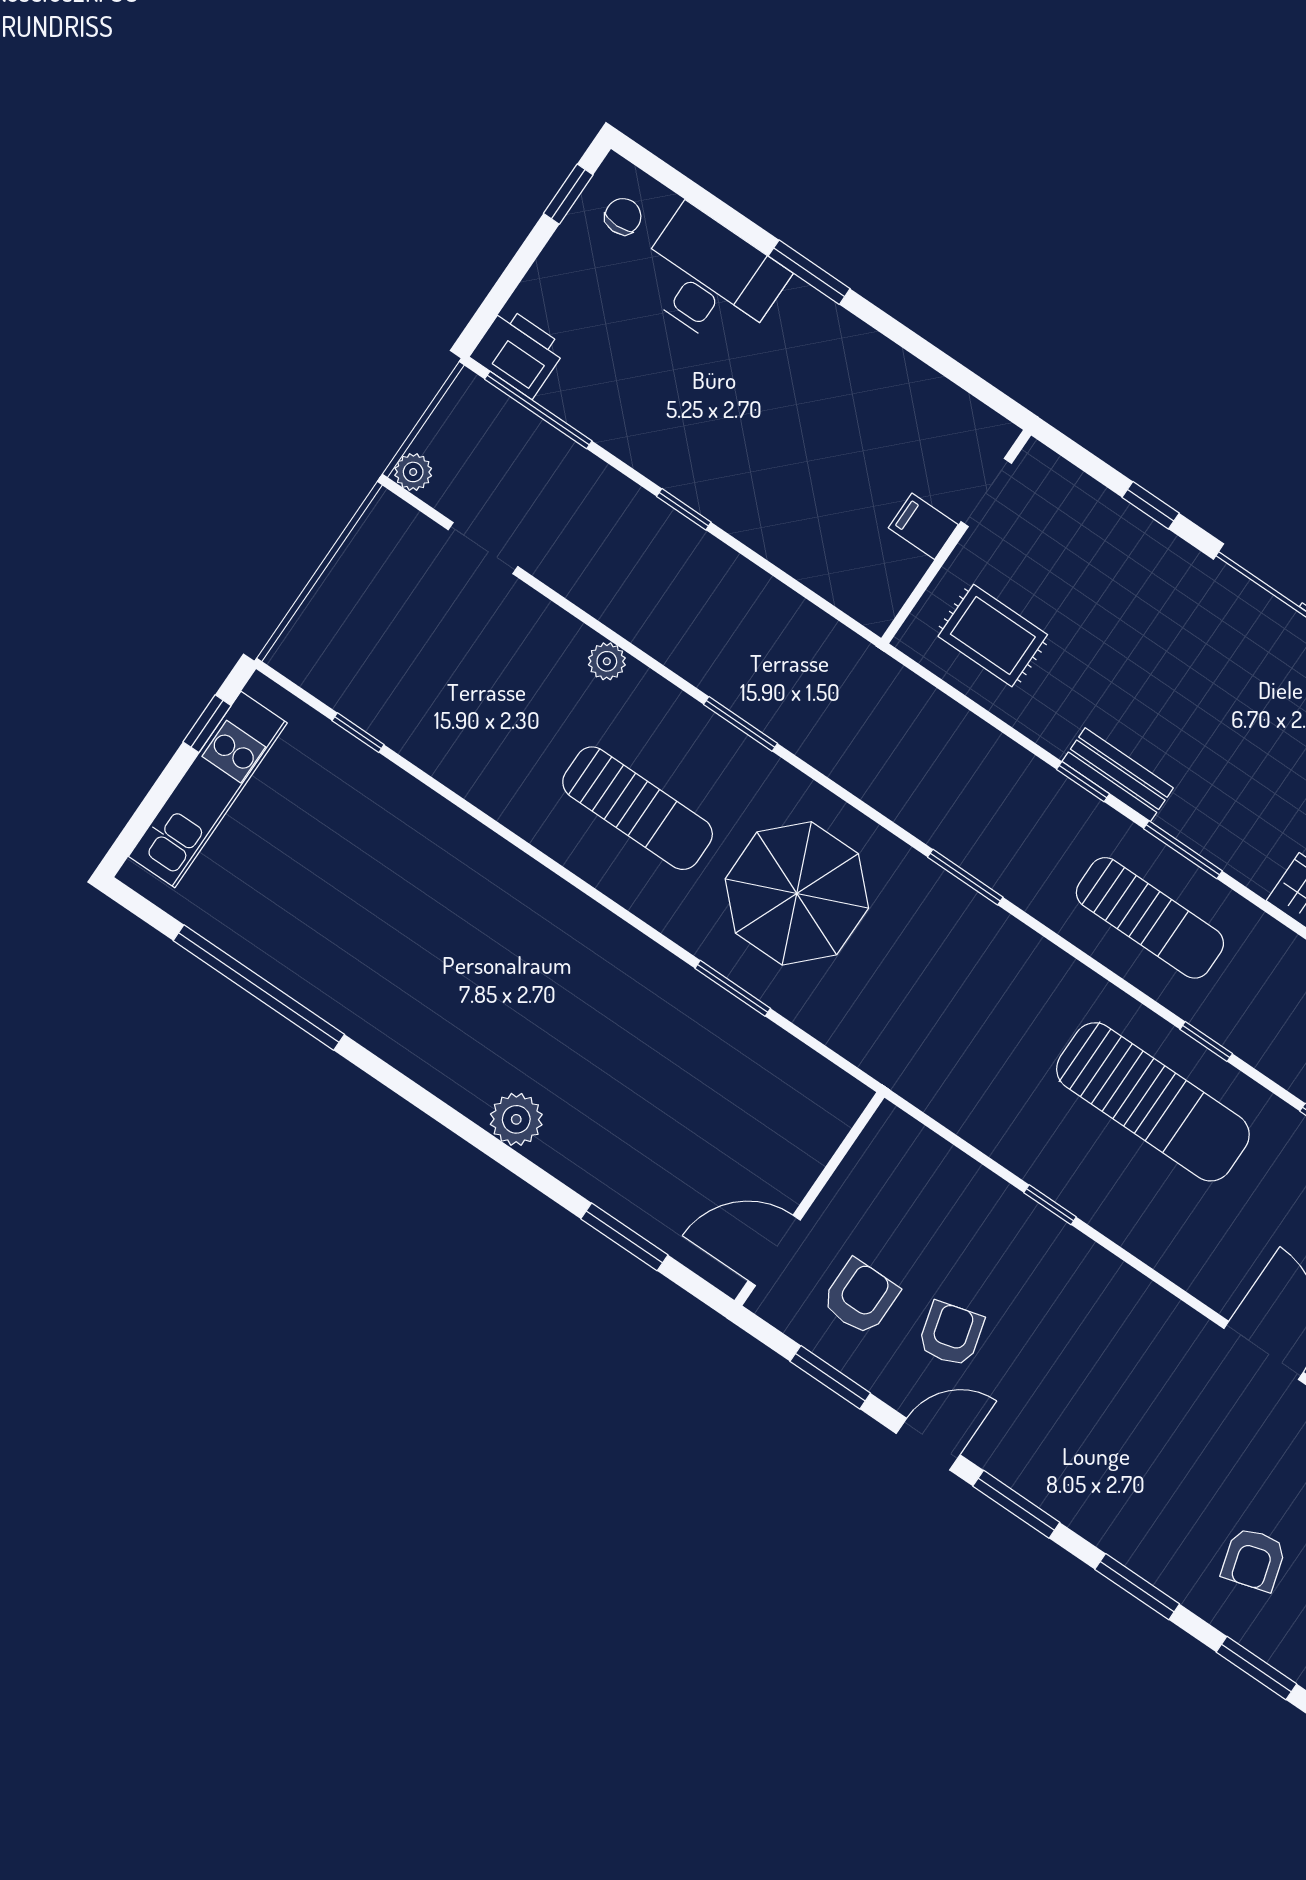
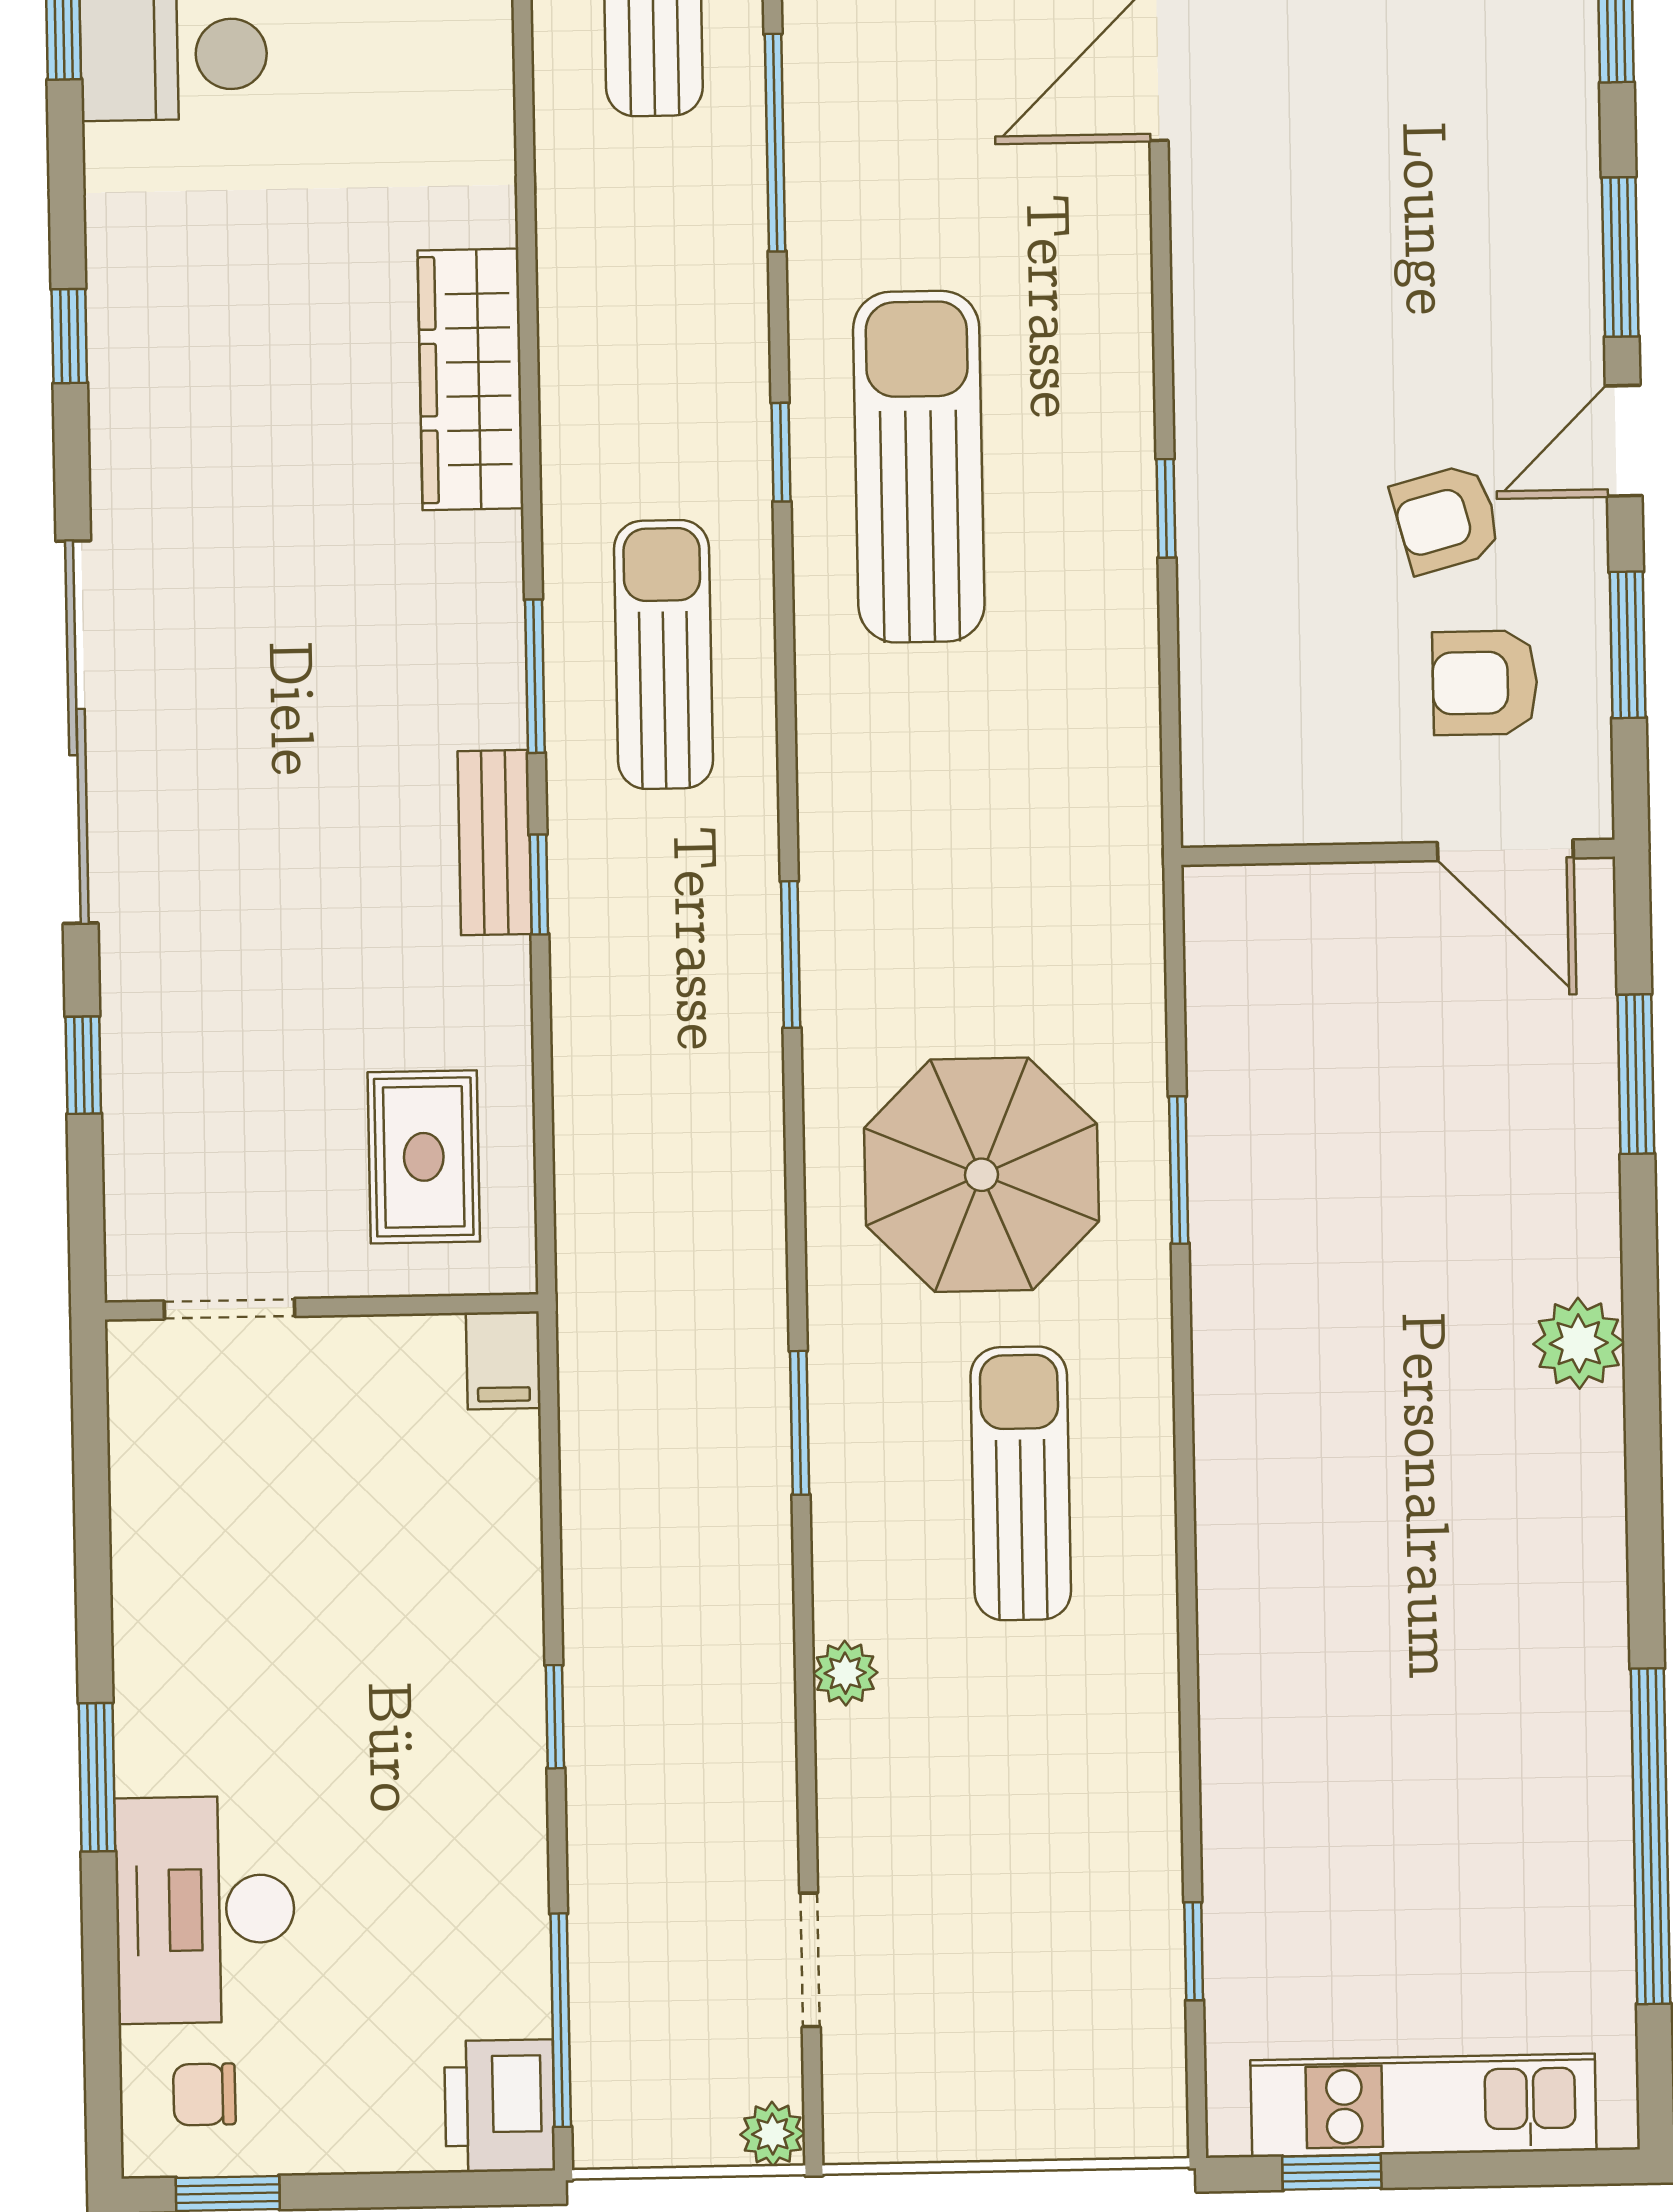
filing cabinet: (923, 526) -> (503, 1360), moved
door: (928, 1444) -> (1624, 441), hinge flipped

